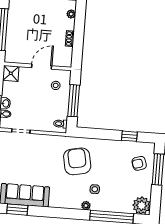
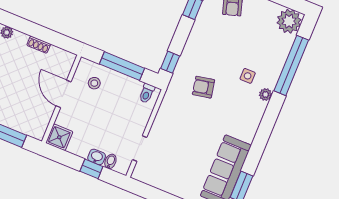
window: (87, 133) -> (170, 62), added
armchair: (77, 161) -> (203, 87), width x0.53, depth x0.53

